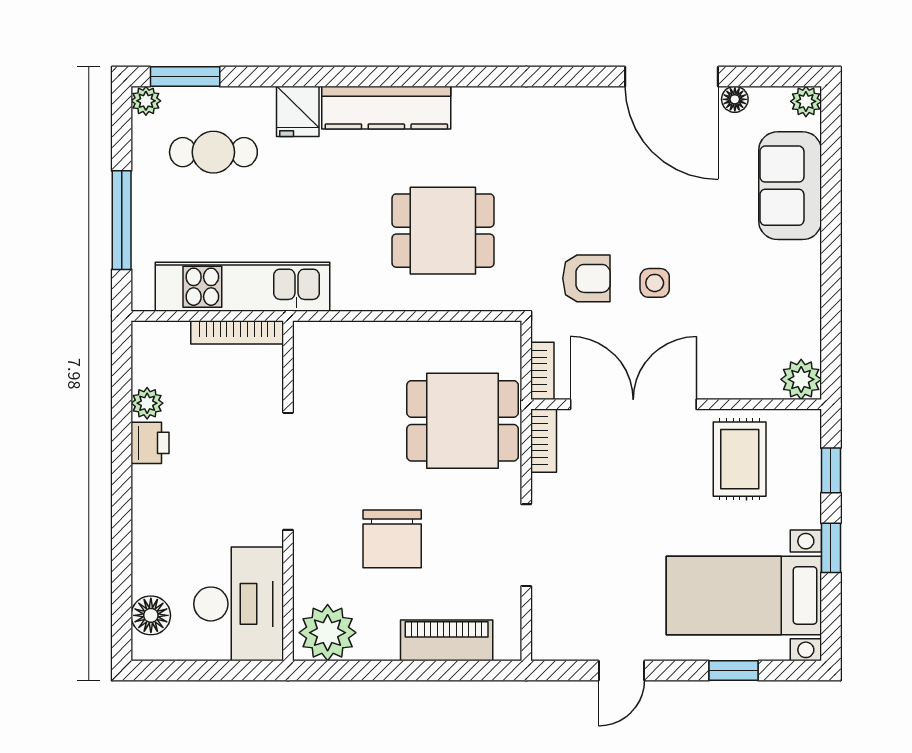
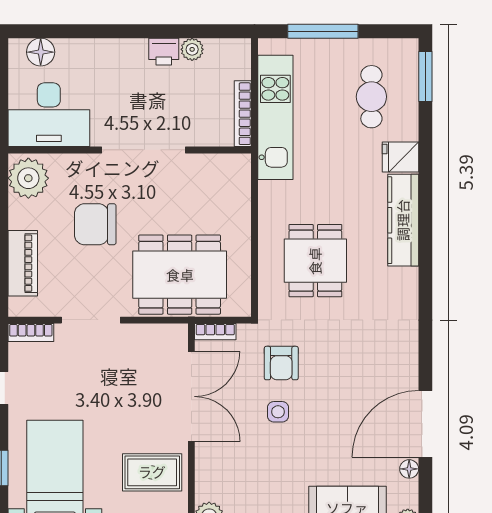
plant: (146, 101) -> (408, 49), removed
dining table: (463, 421) -> (180, 275), width x1.38
bookcase: (544, 441) -> (31, 332), moved

